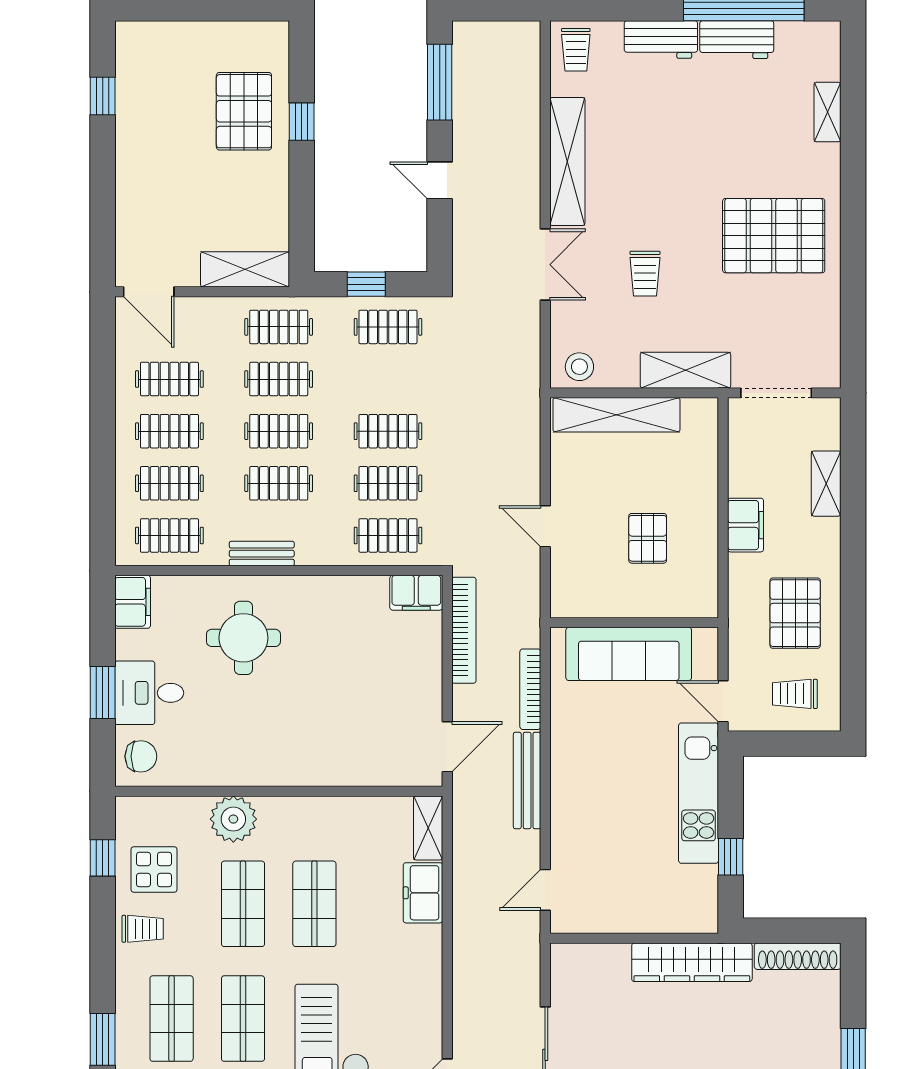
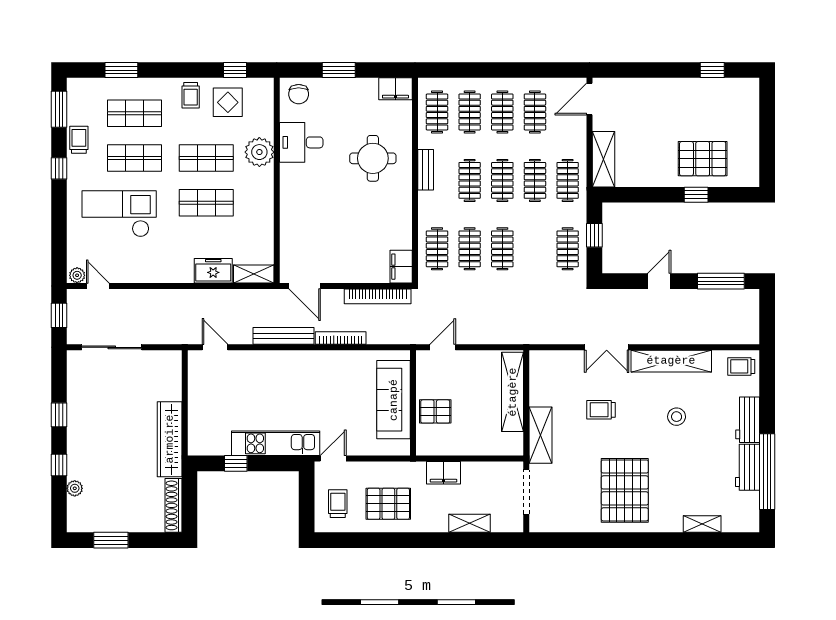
stool: (579, 367) -> (677, 417), moved
wall: (634, 623) -> (413, 403), moved
sofa: (629, 654) -> (394, 400), moved
desk: (149, 693) -> (301, 142), moved, turned -90

